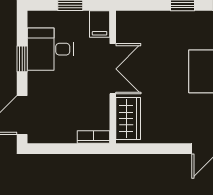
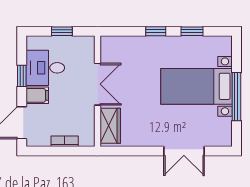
filing cabinet: (100, 24) -> (37, 95), moved, turned -90
bookcase: (93, 137) -> (65, 141), moved

